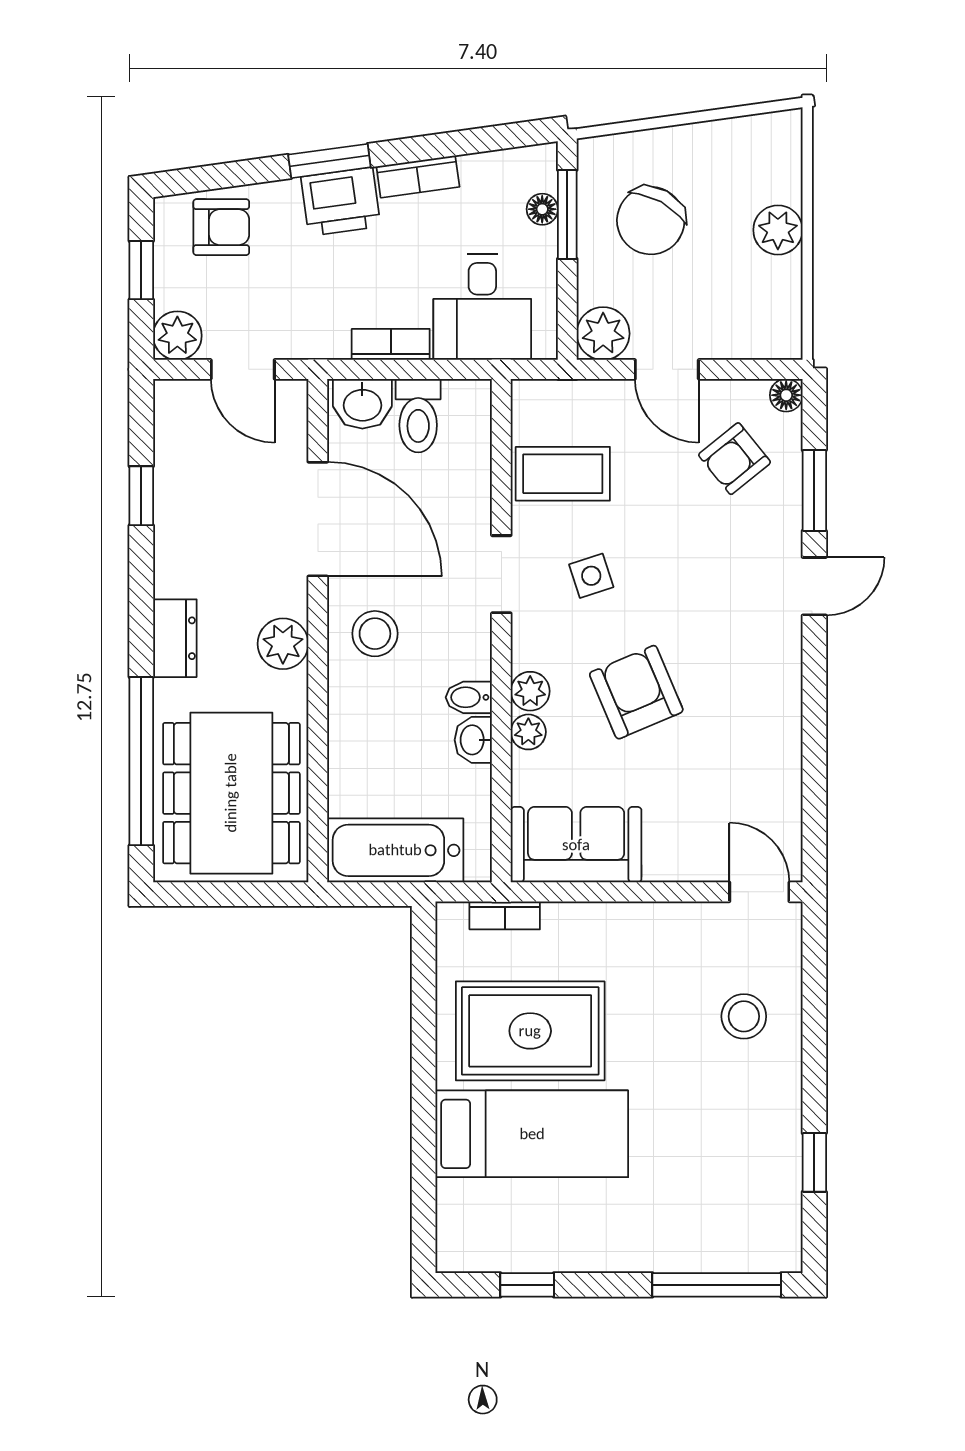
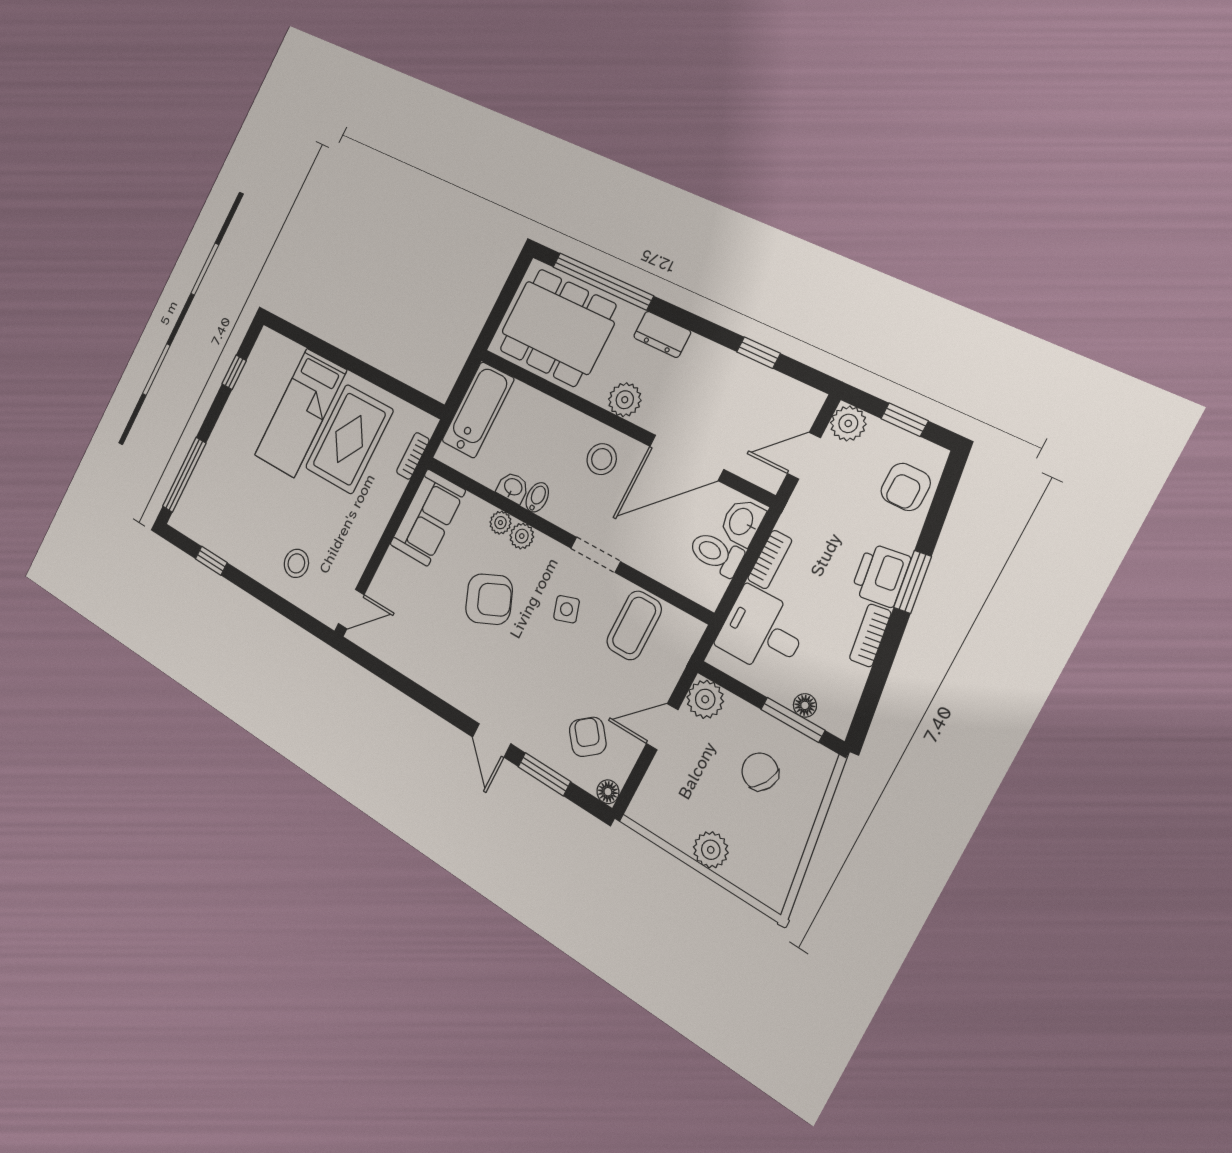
chair: (651, 221) -> (760, 772), width x0.73, depth x0.73

